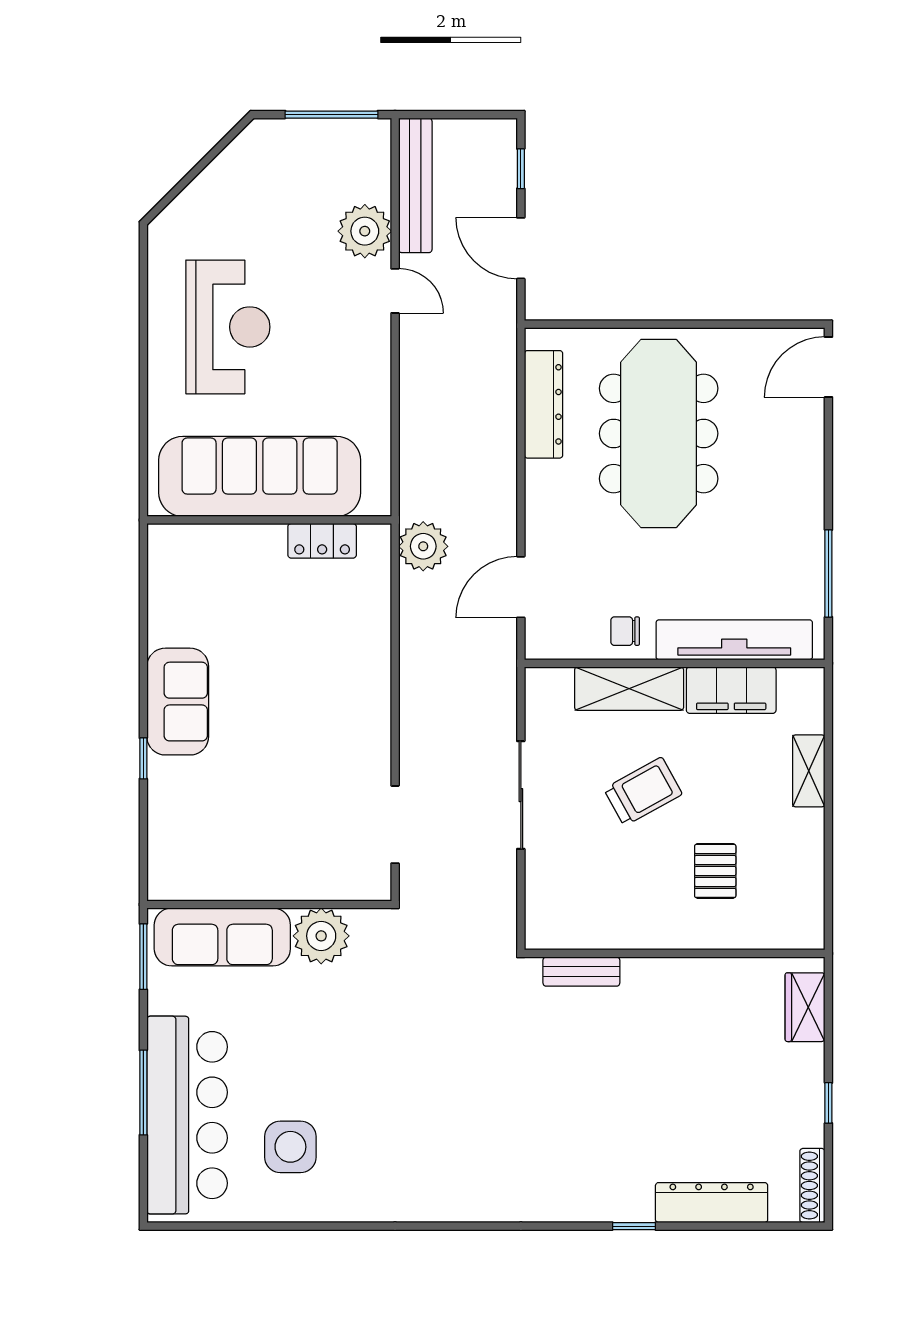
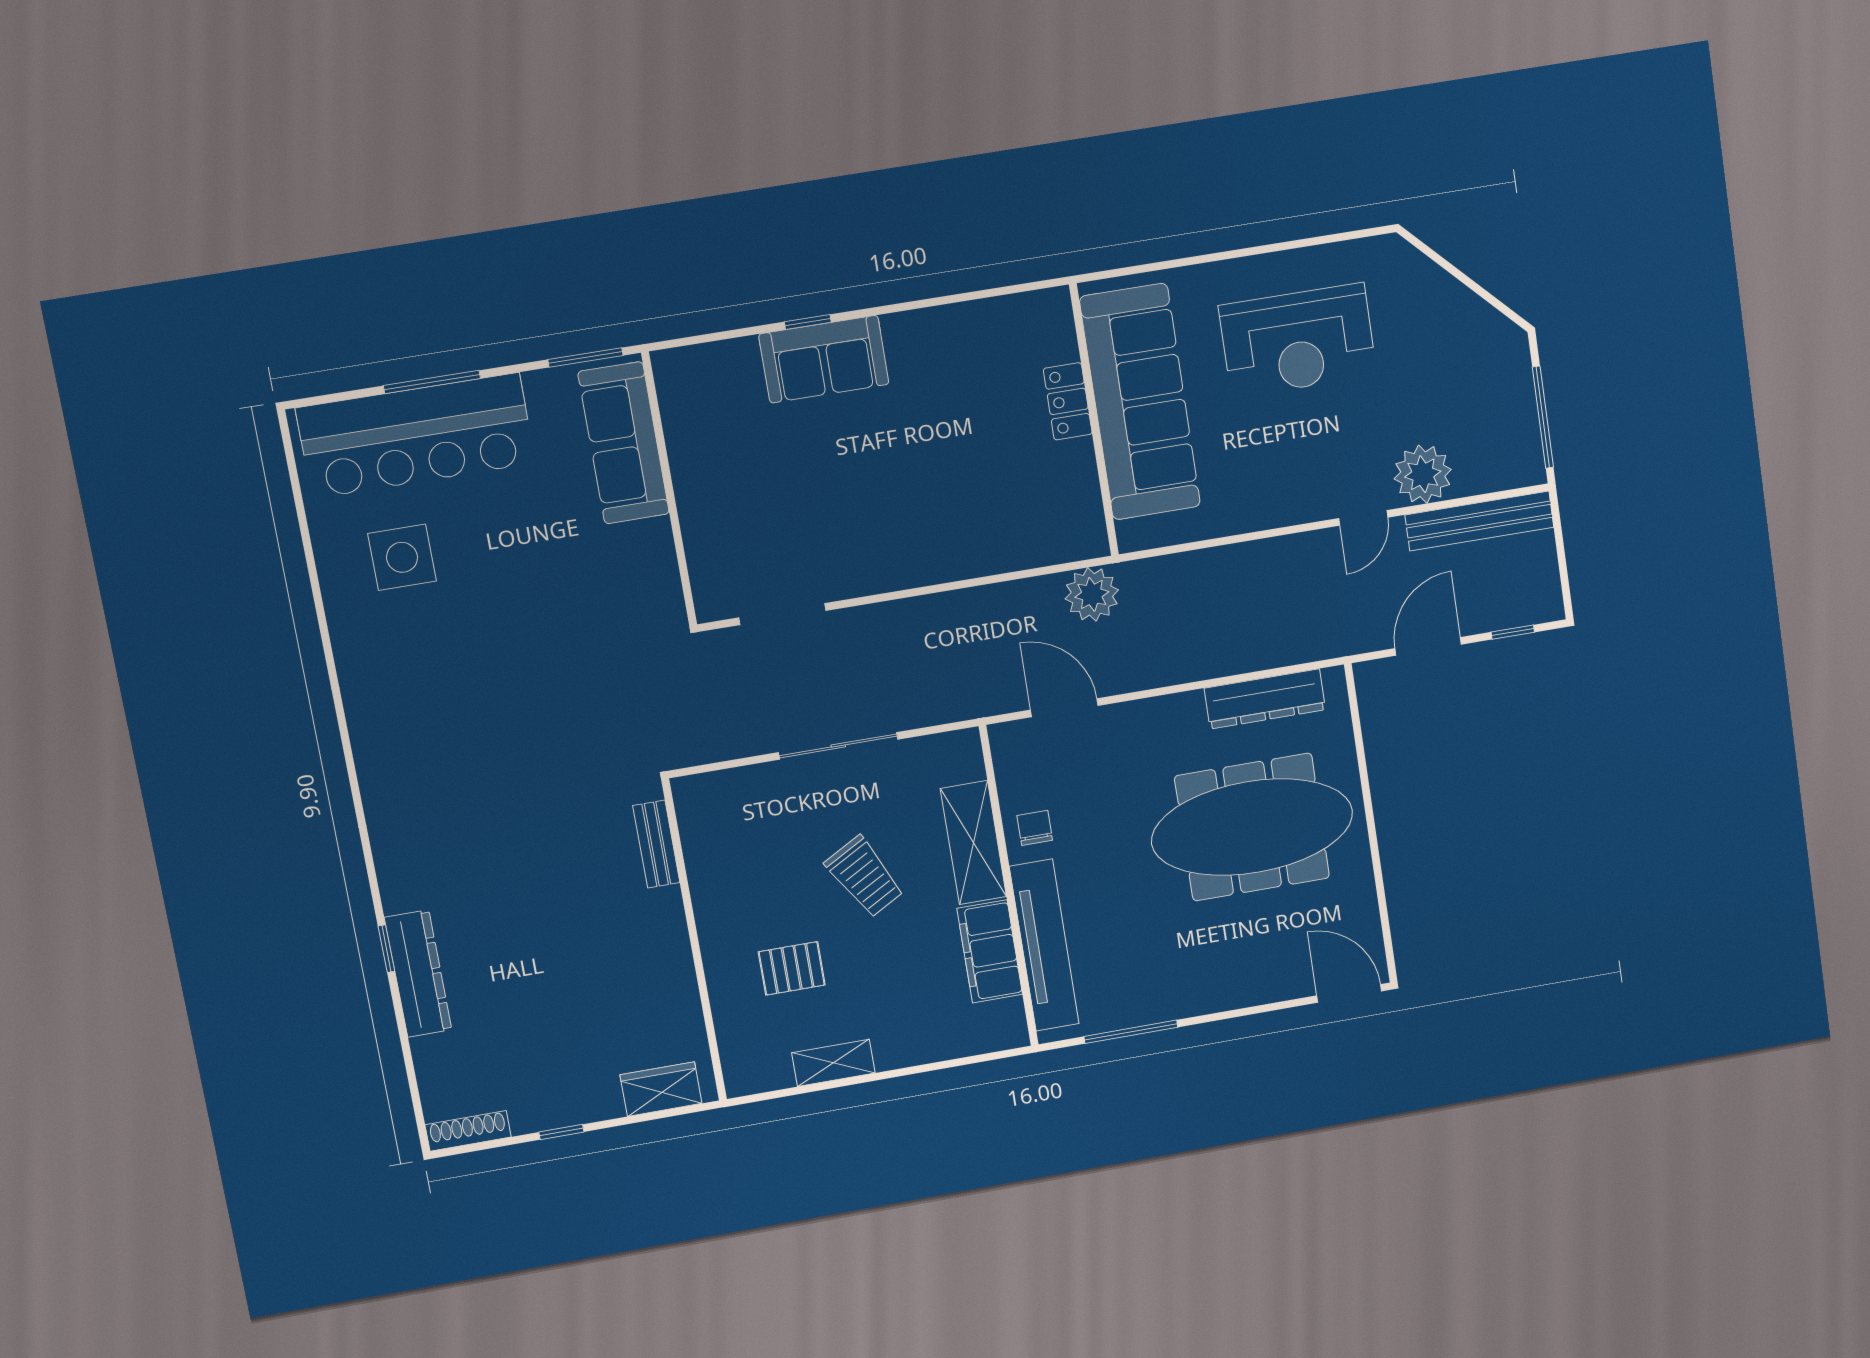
locker: (322, 541) -> (1068, 401), moved
sofa: (178, 702) -> (824, 359), moved
shelving: (809, 771) -> (833, 1063), moved
plant: (321, 936) -> (644, 553), removed
dresser: (712, 1203) -> (418, 974), moved

